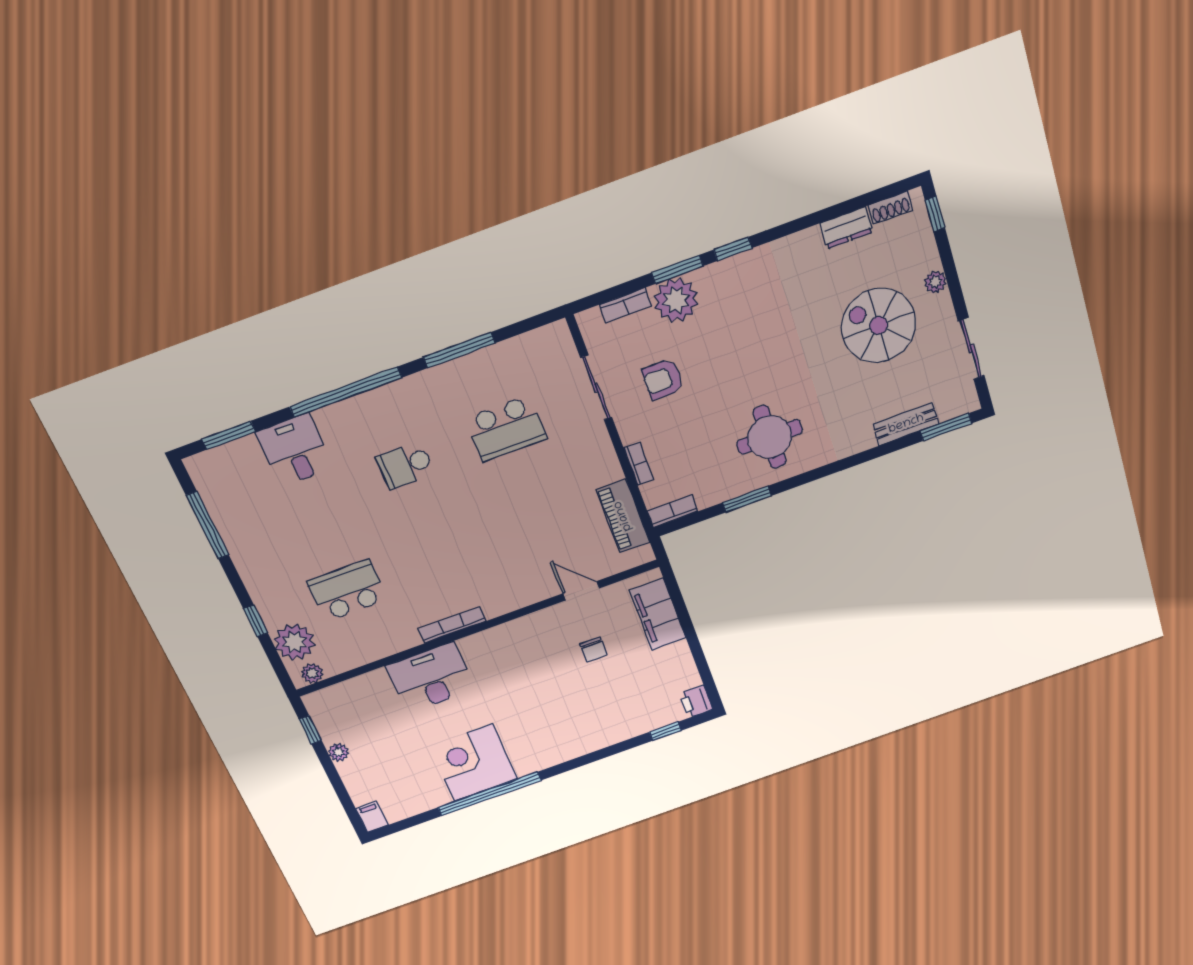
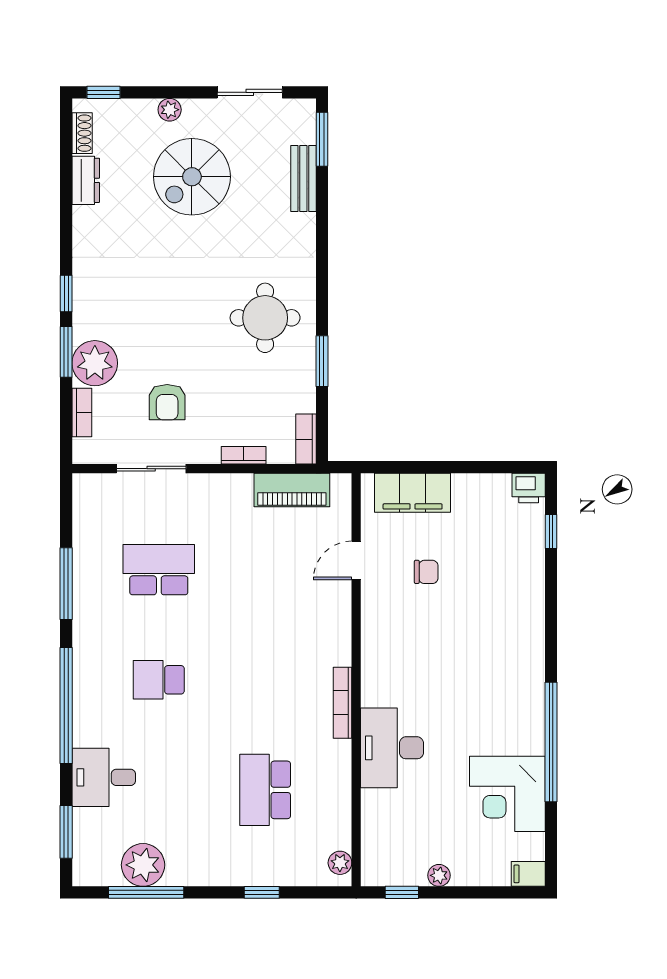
school desk: (506, 428) -> (159, 570), turned -90
school desk: (405, 465) -> (159, 680), turned 90
plant: (295, 642) -> (143, 865), moved
corner desk: (474, 763) -> (507, 794), moved

